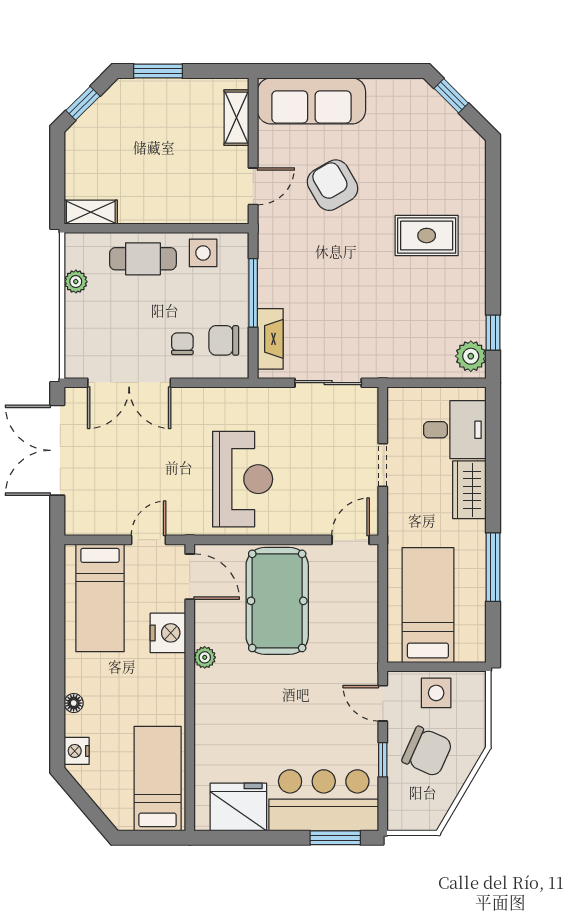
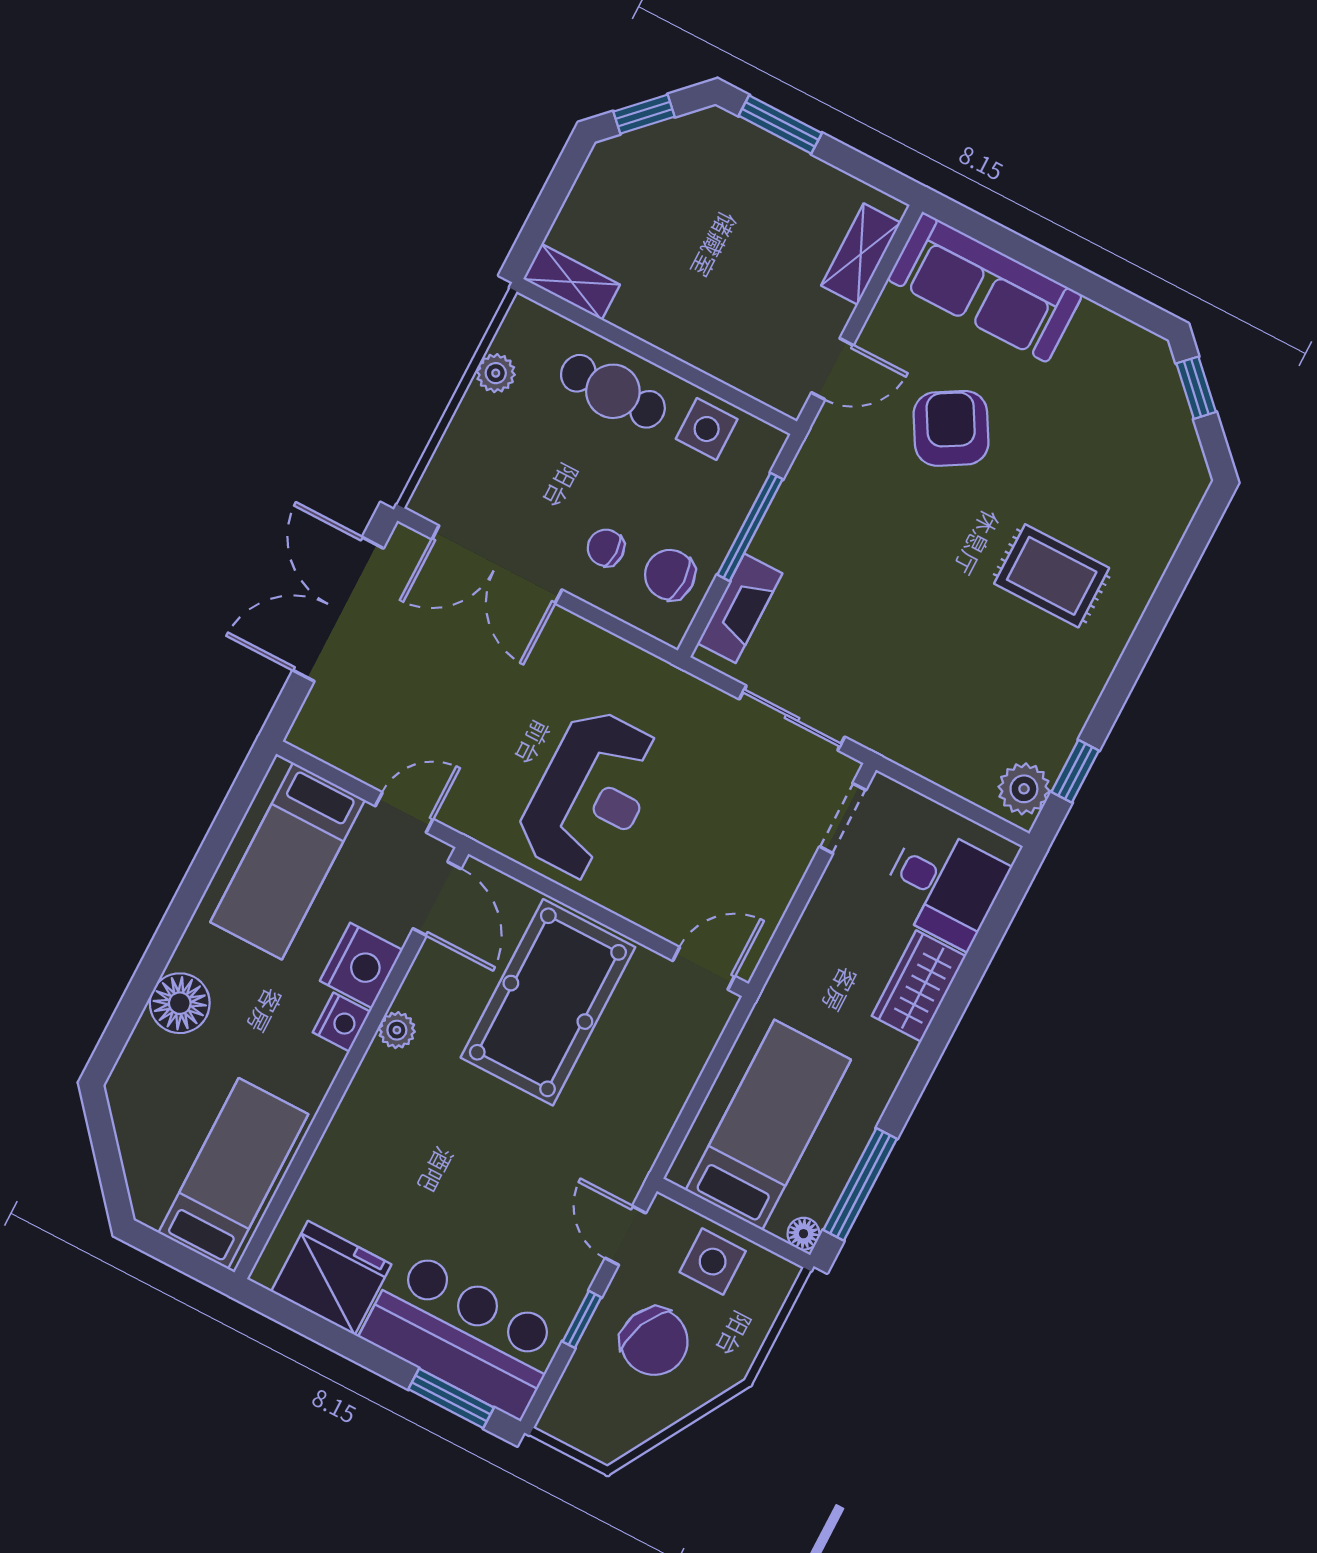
chair: (182, 344) -> (606, 548), turned -90
doorway: (383, 465) -> (843, 818), moved
window: (493, 567) -> (860, 1184), moved
floor lamp: (477, 653) -> (803, 1234), added
floor lamp: (74, 703) -> (180, 1003), width x1.89, depth x1.89
nightstand: (77, 751) -> (341, 1022), moved, turned 180

